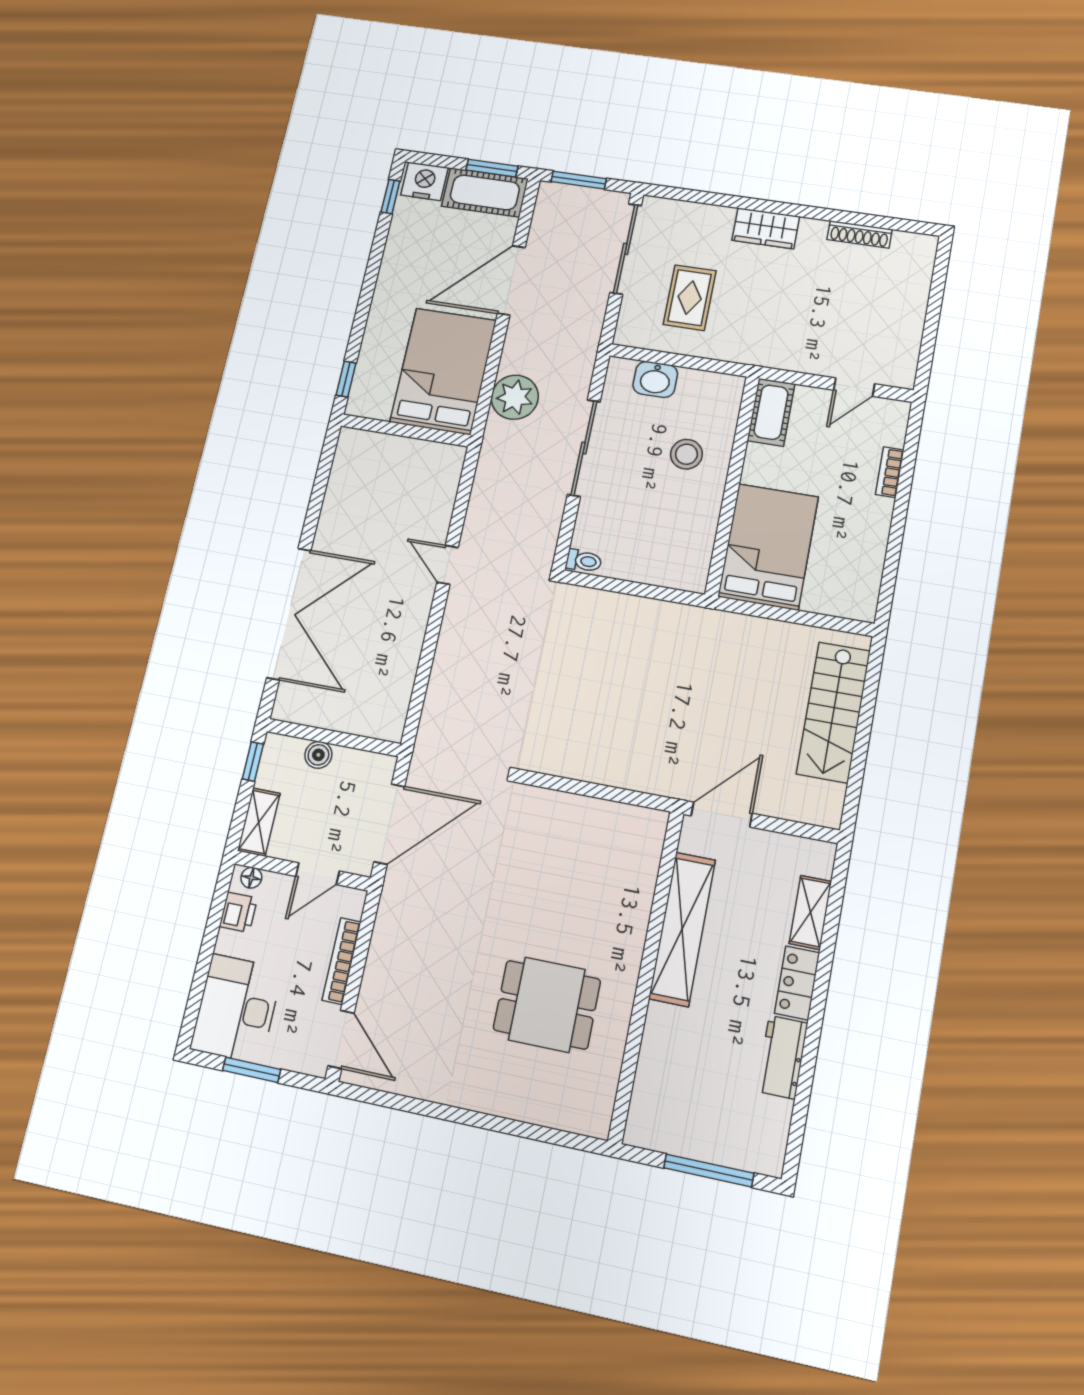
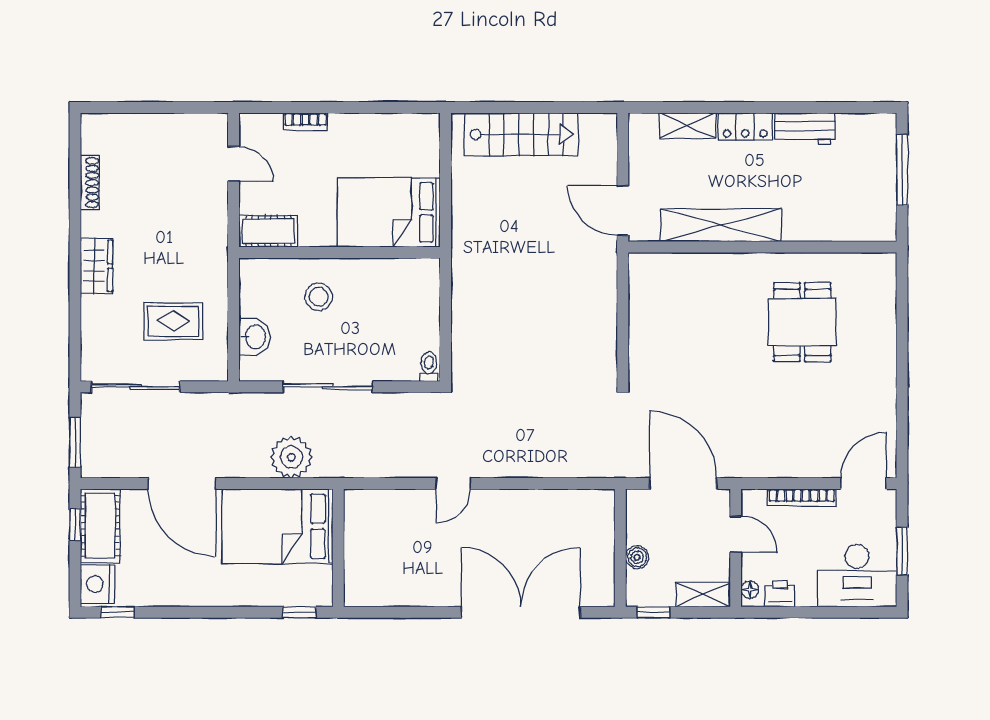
window: (492, 168) -> (75, 524), width x0.67

